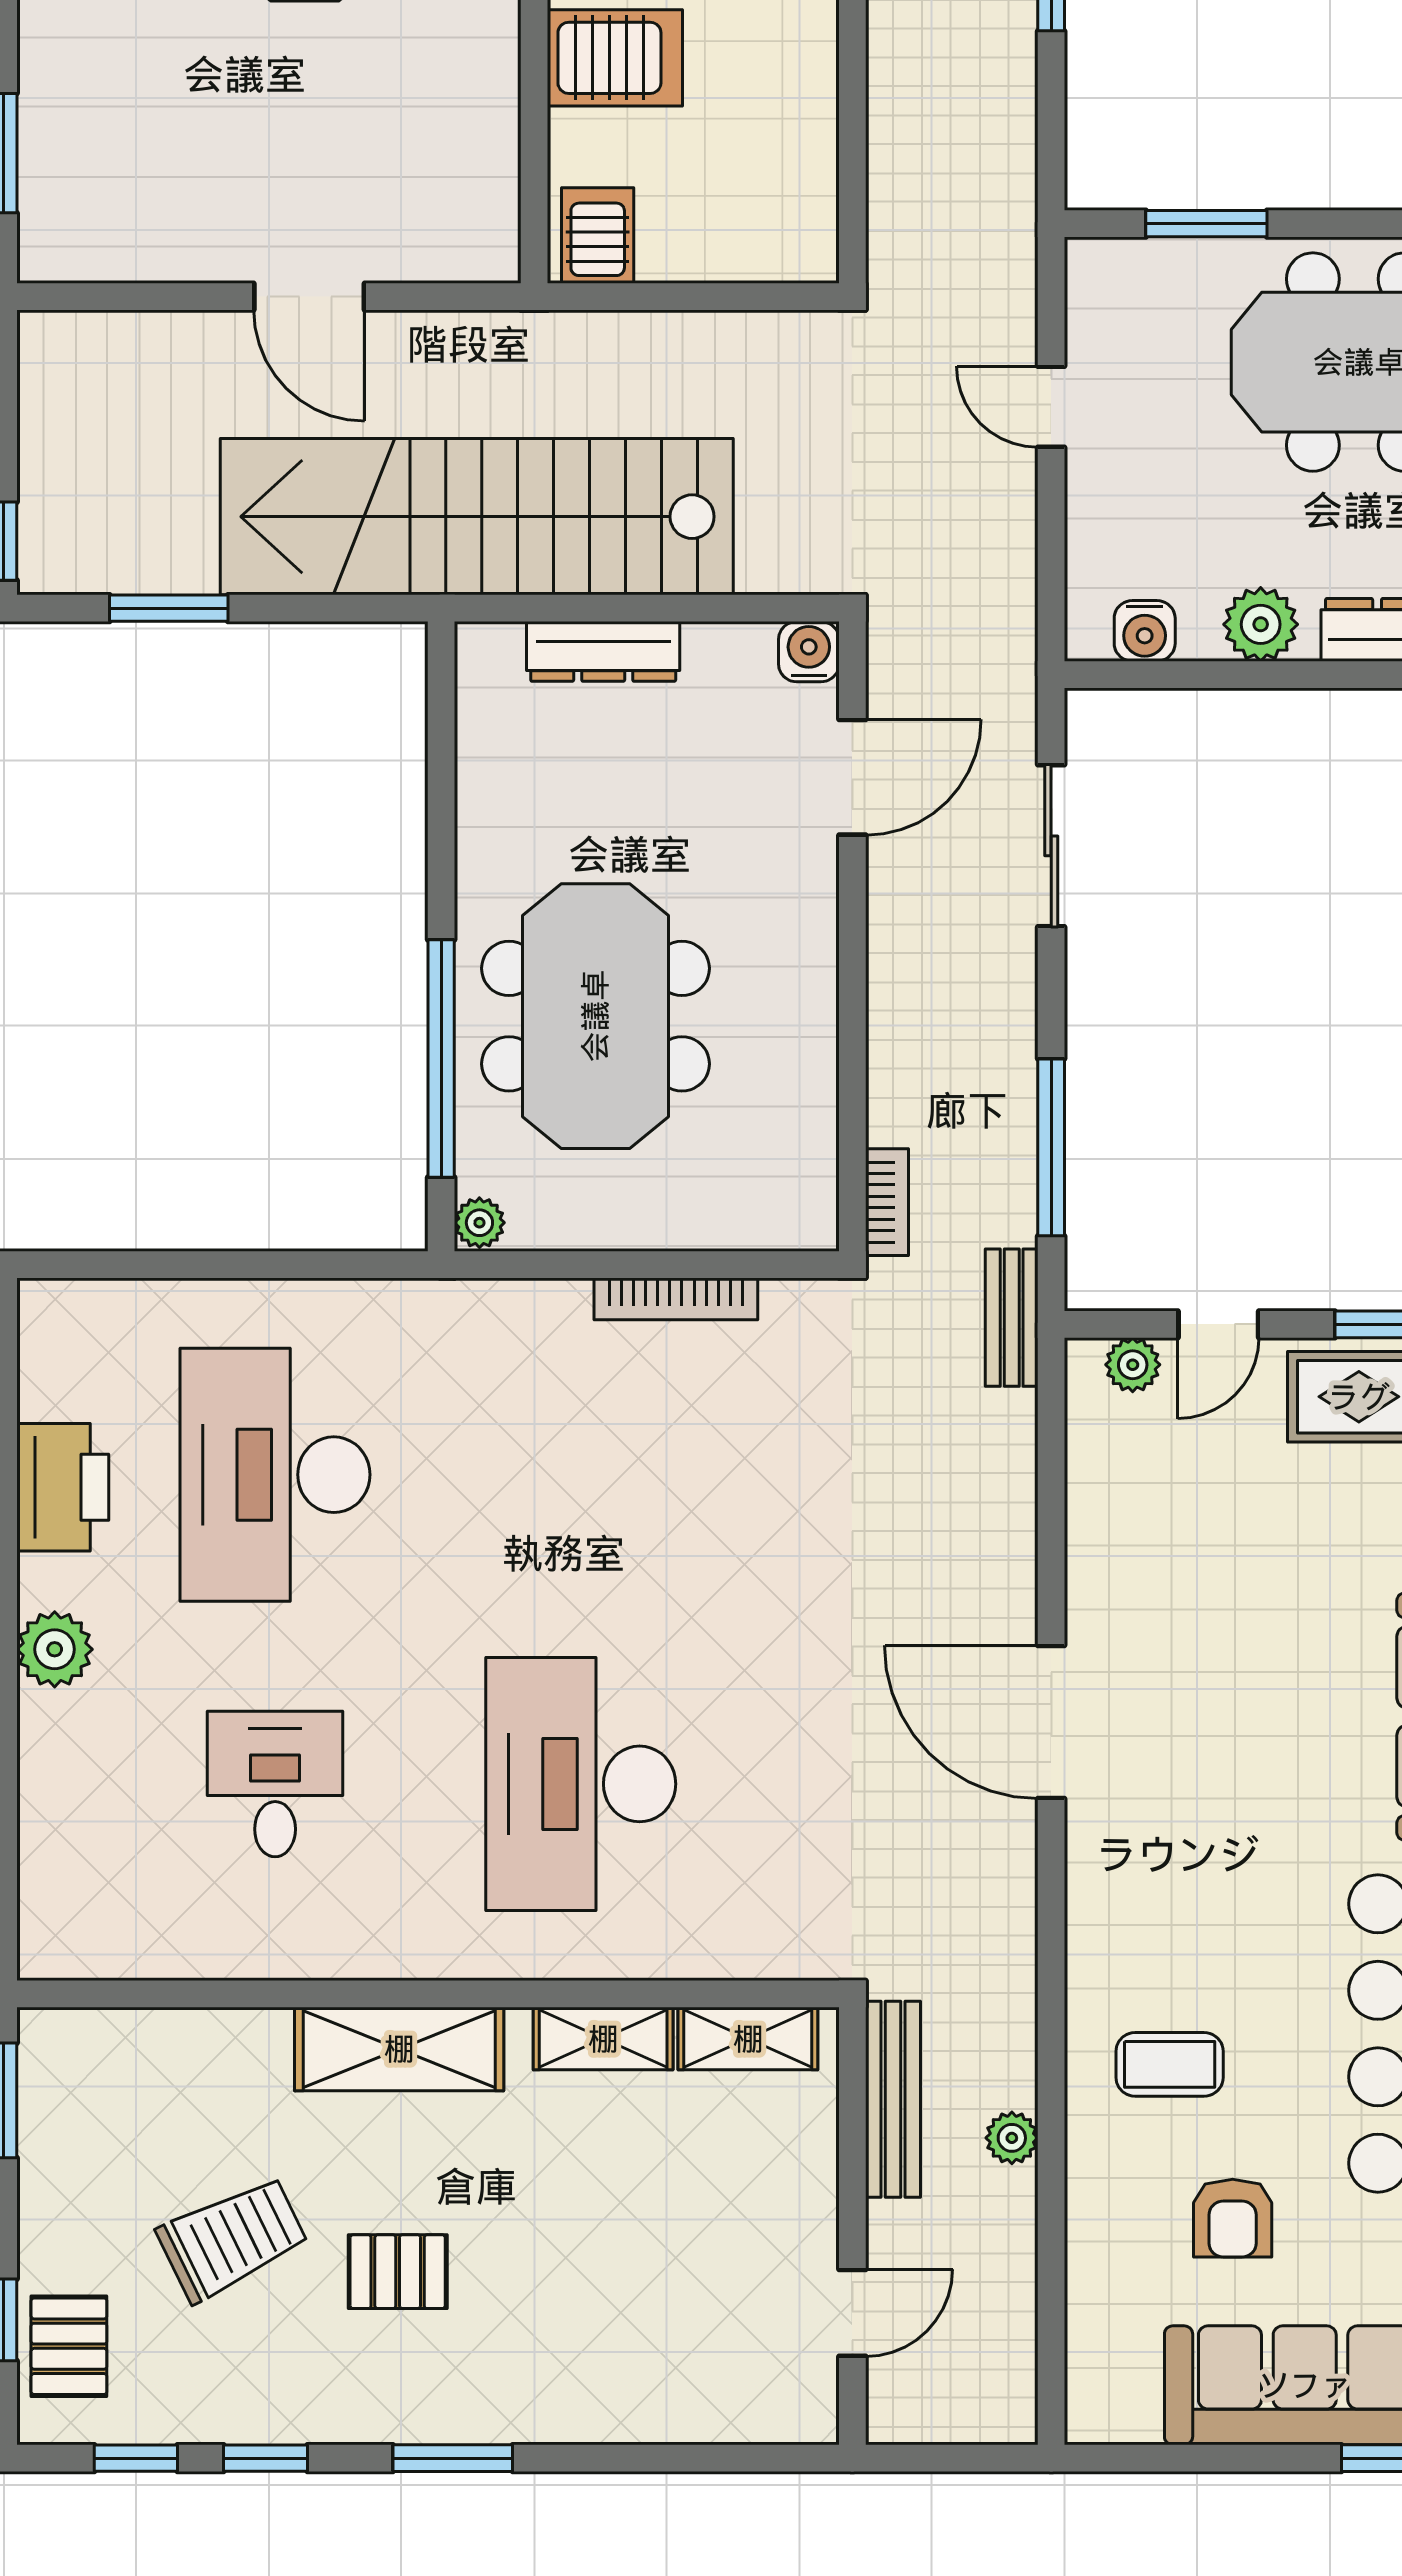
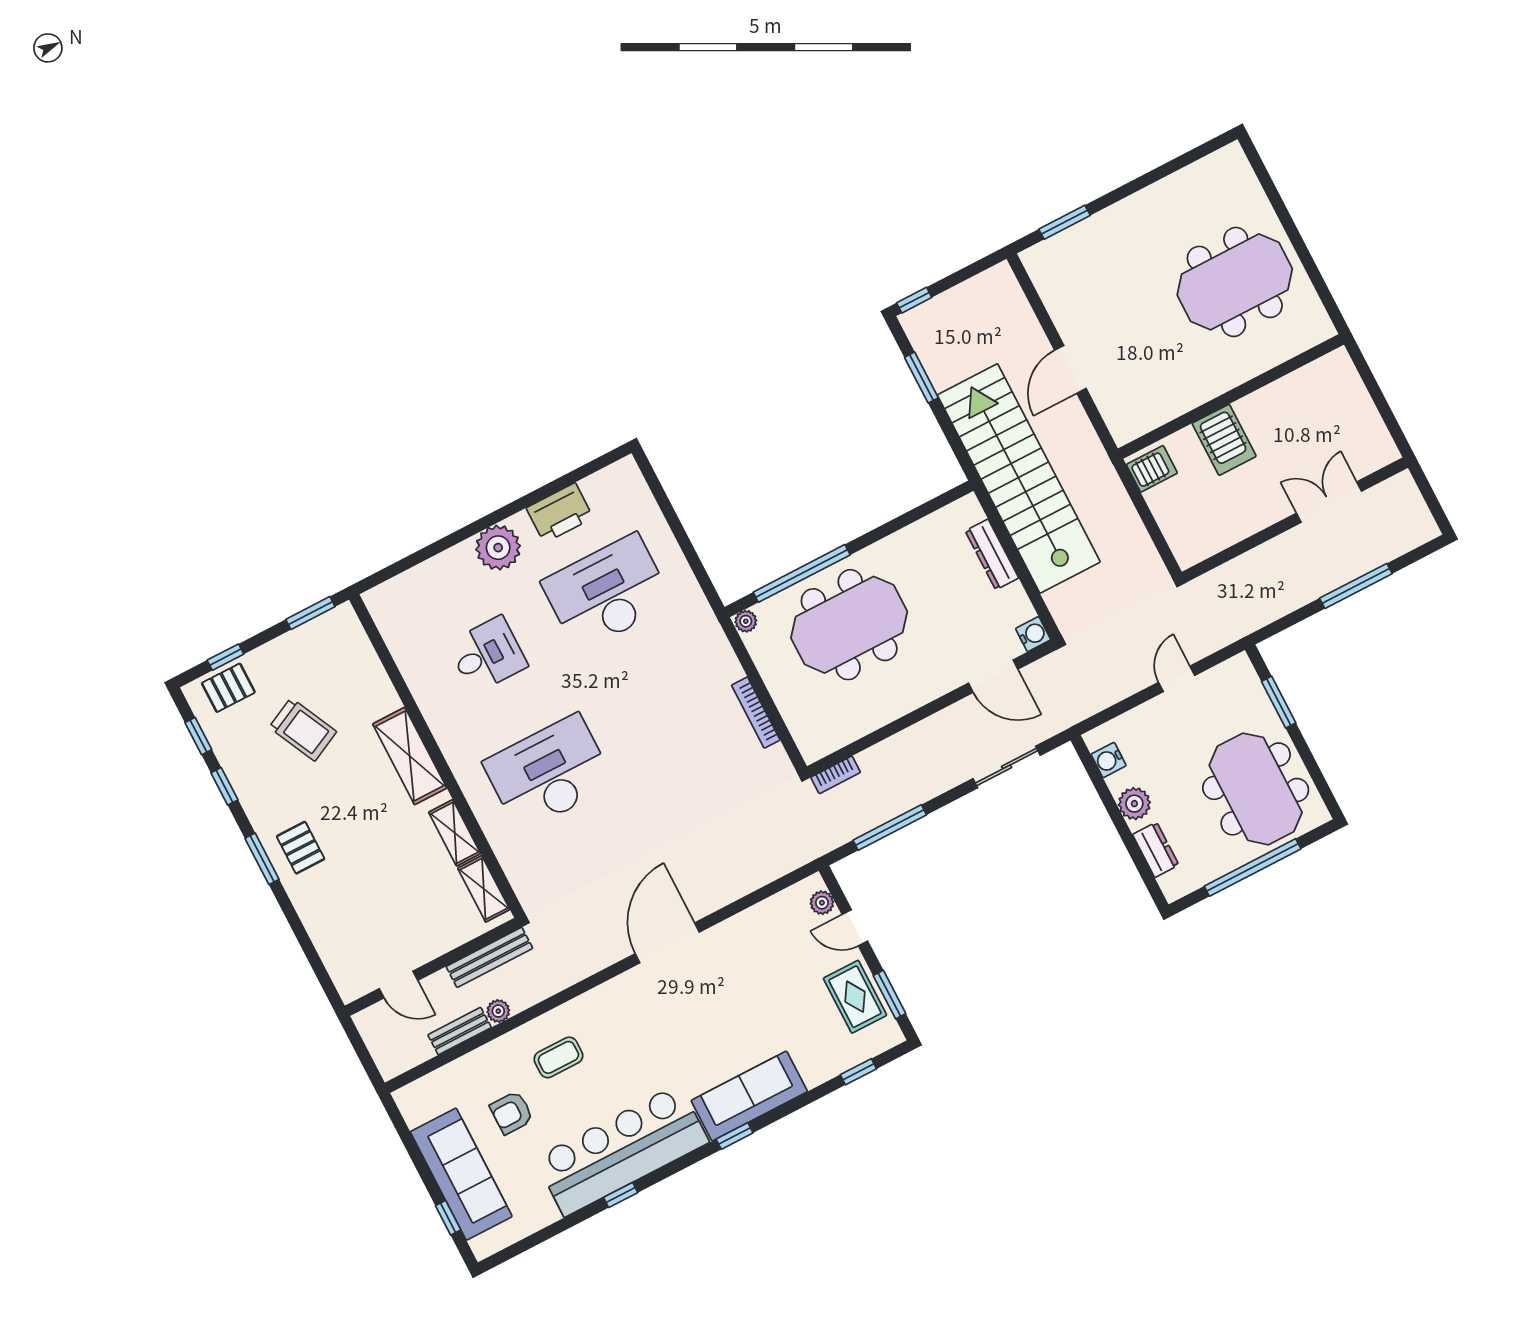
bench: (1012, 1318) -> (460, 1031), moved
plant: (55, 1649) -> (498, 548), width x1.36, depth x1.36
coffee table: (1170, 2064) -> (558, 1057), turned 90
pallet: (398, 2272) -> (301, 848), moved

